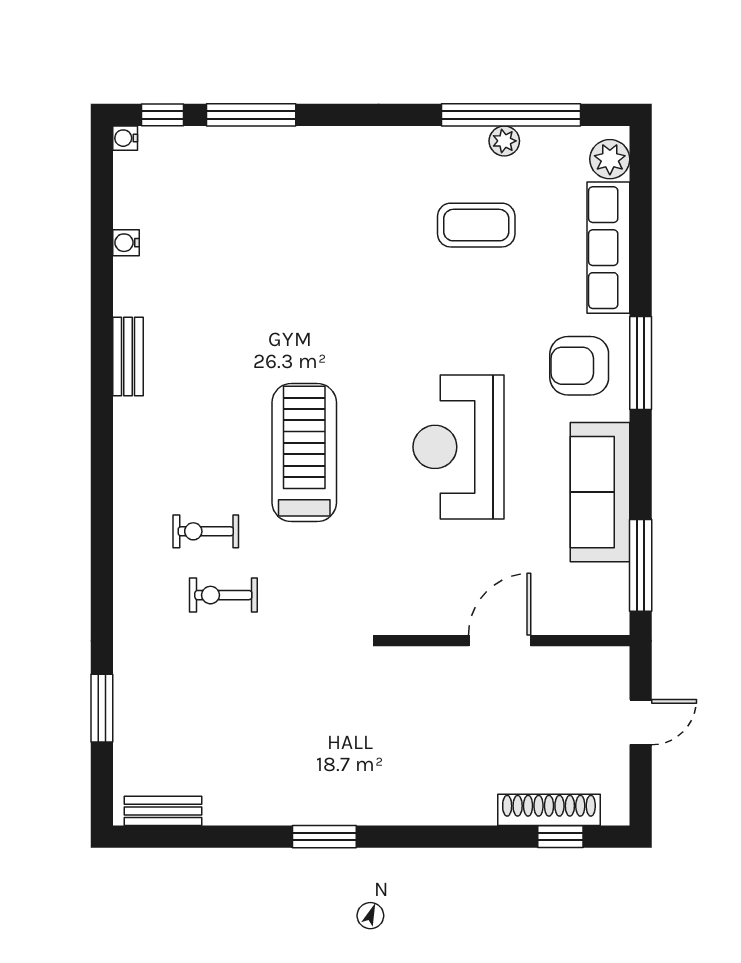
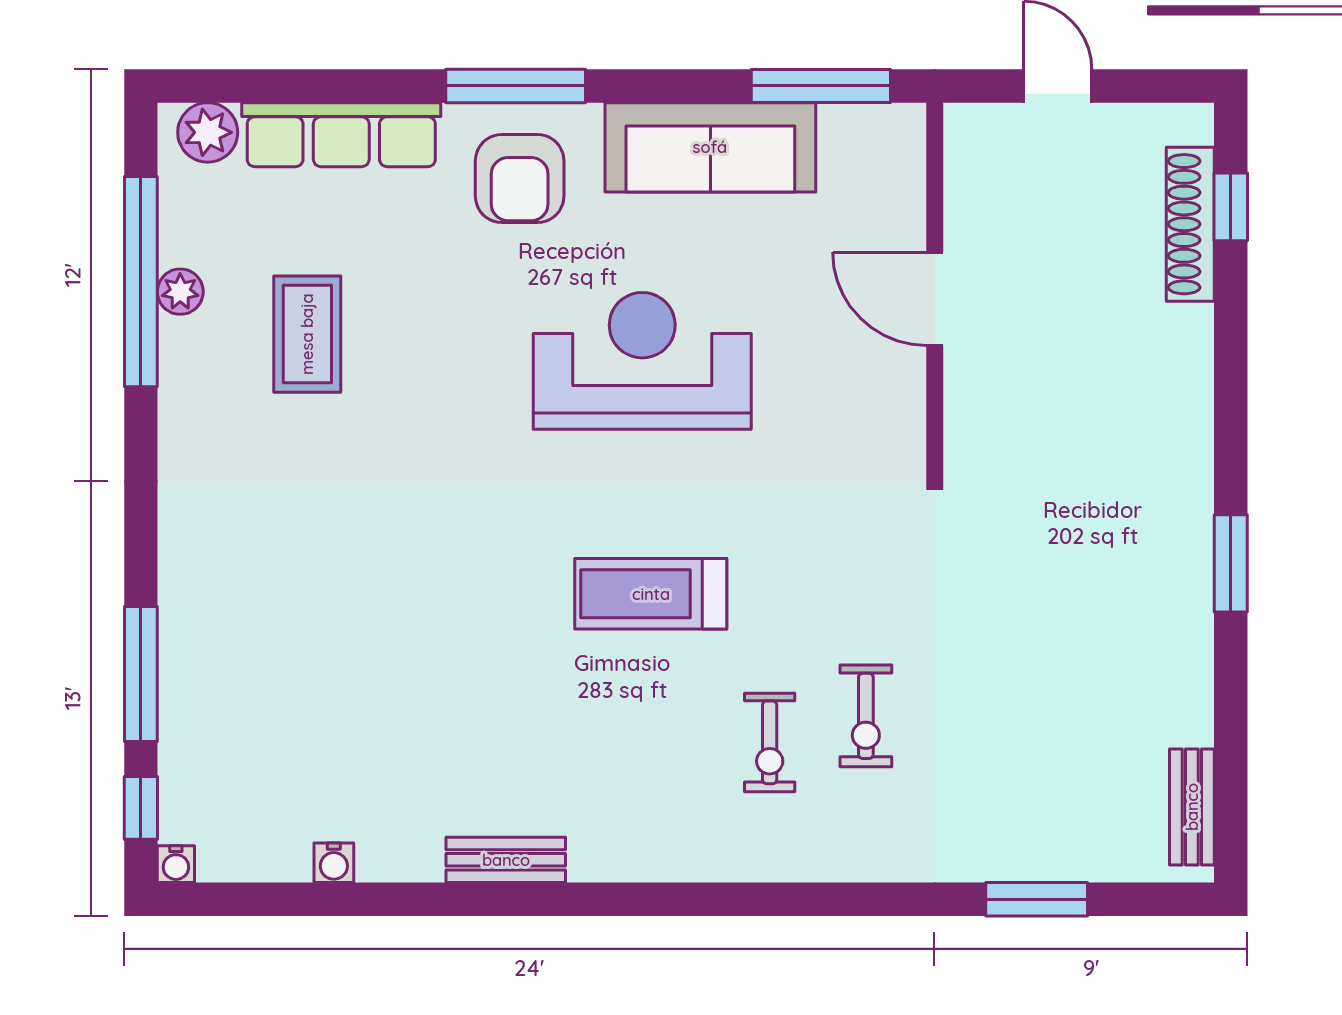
reception desk: (458, 447) -> (642, 361), turned 180
treadmill: (304, 453) -> (651, 594), width x0.73, depth x0.73

